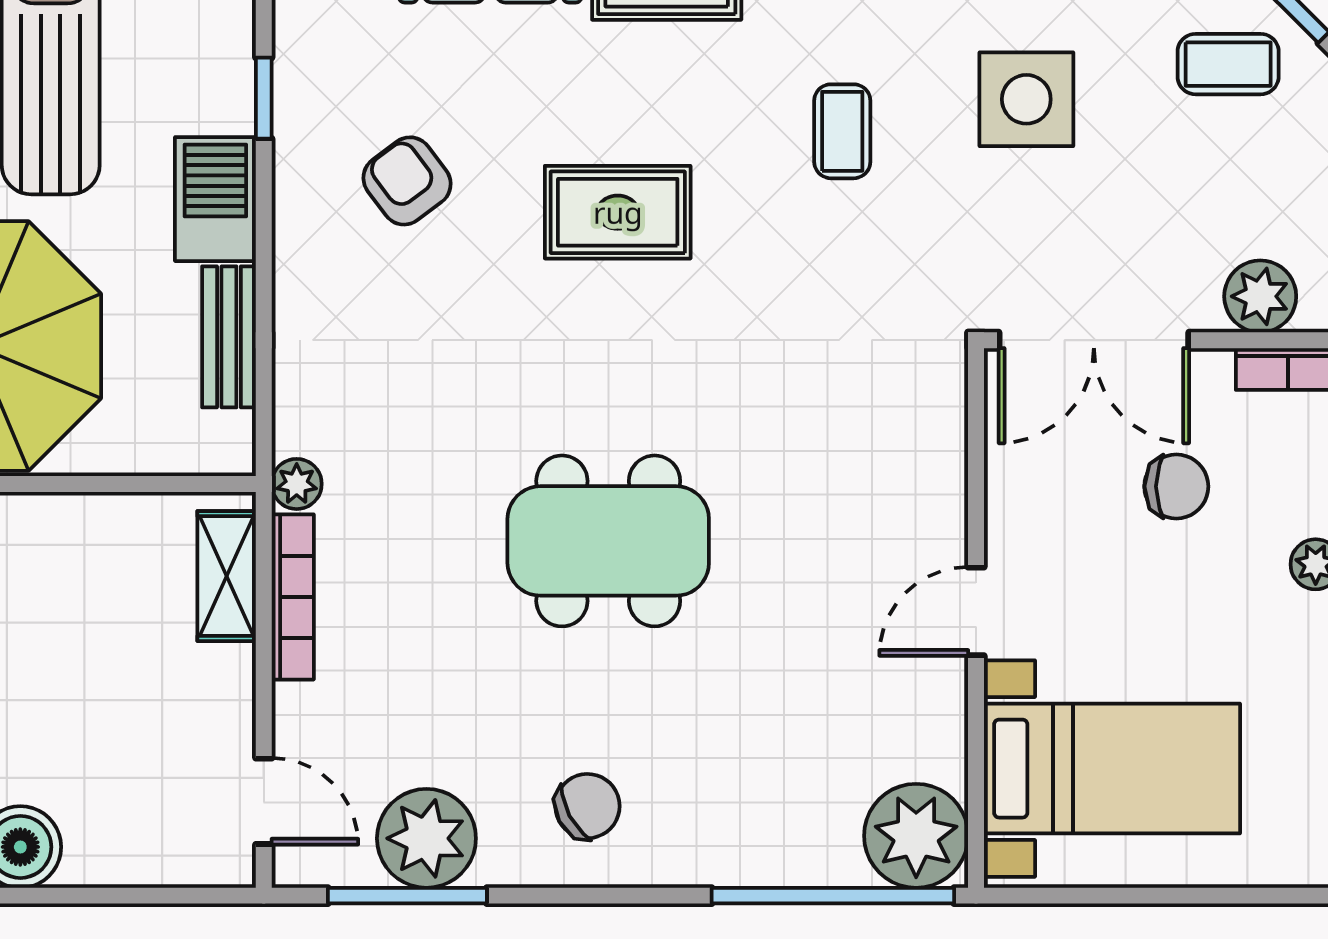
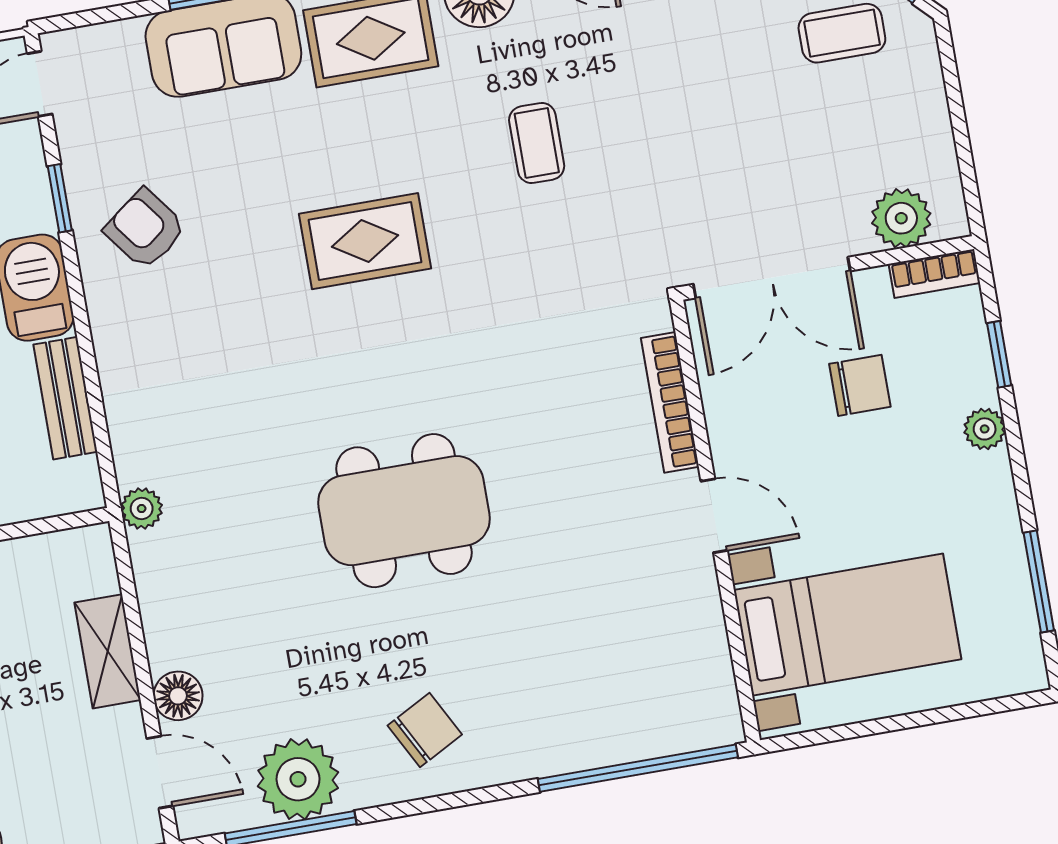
side table: (1026, 99) -> (682, 91), removed
armchair: (407, 181) -> (145, 229), moved
shelving: (227, 576) -> (108, 651), moved
bookcase: (293, 597) -> (670, 402), moved, turned 180
door: (976, 611) -> (714, 516), swing flipped
floor lamp: (301, 714) -> (178, 696), added
plant: (916, 836) -> (697, 707), removed

